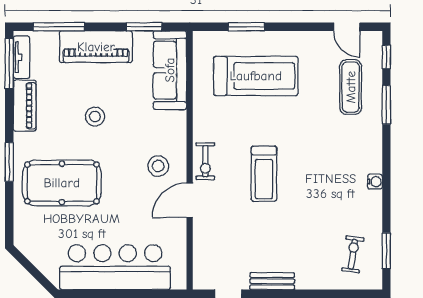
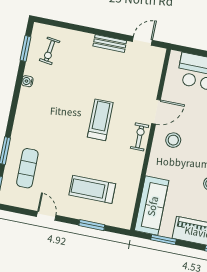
door: (347, 27) -> (46, 216), moved
treadmill: (256, 76) -> (92, 189), width x0.73, depth x0.73
water cooler: (375, 182) -> (27, 81), moved

